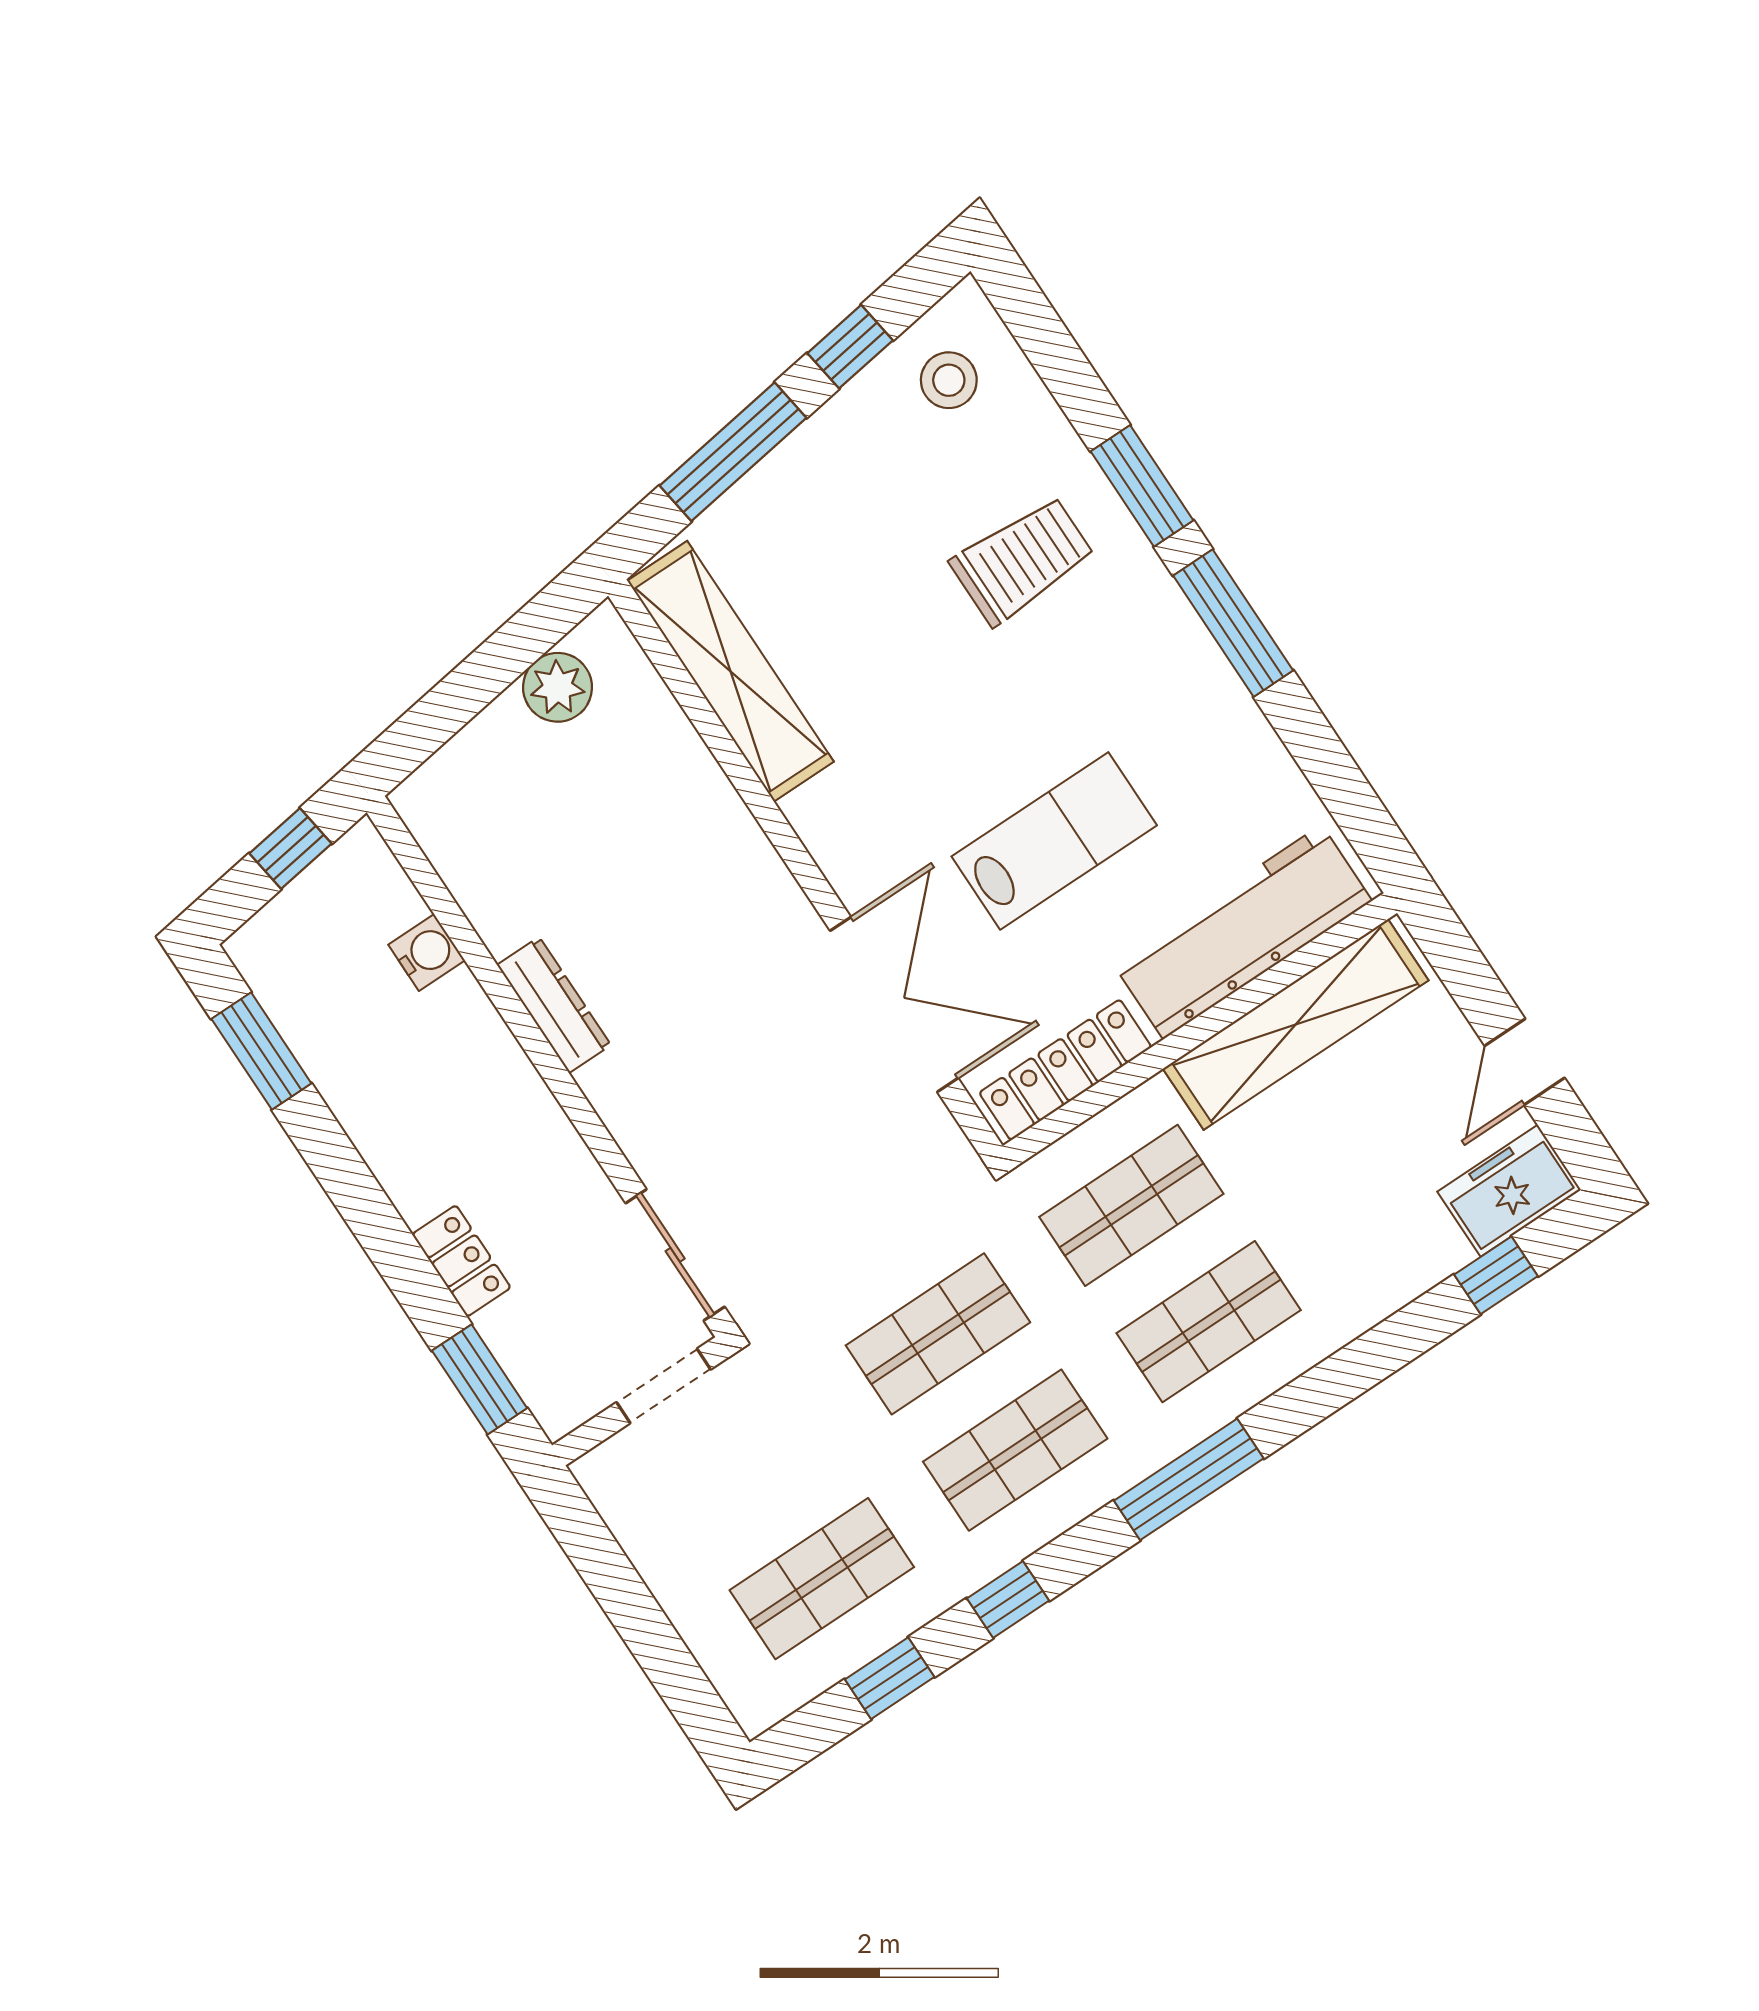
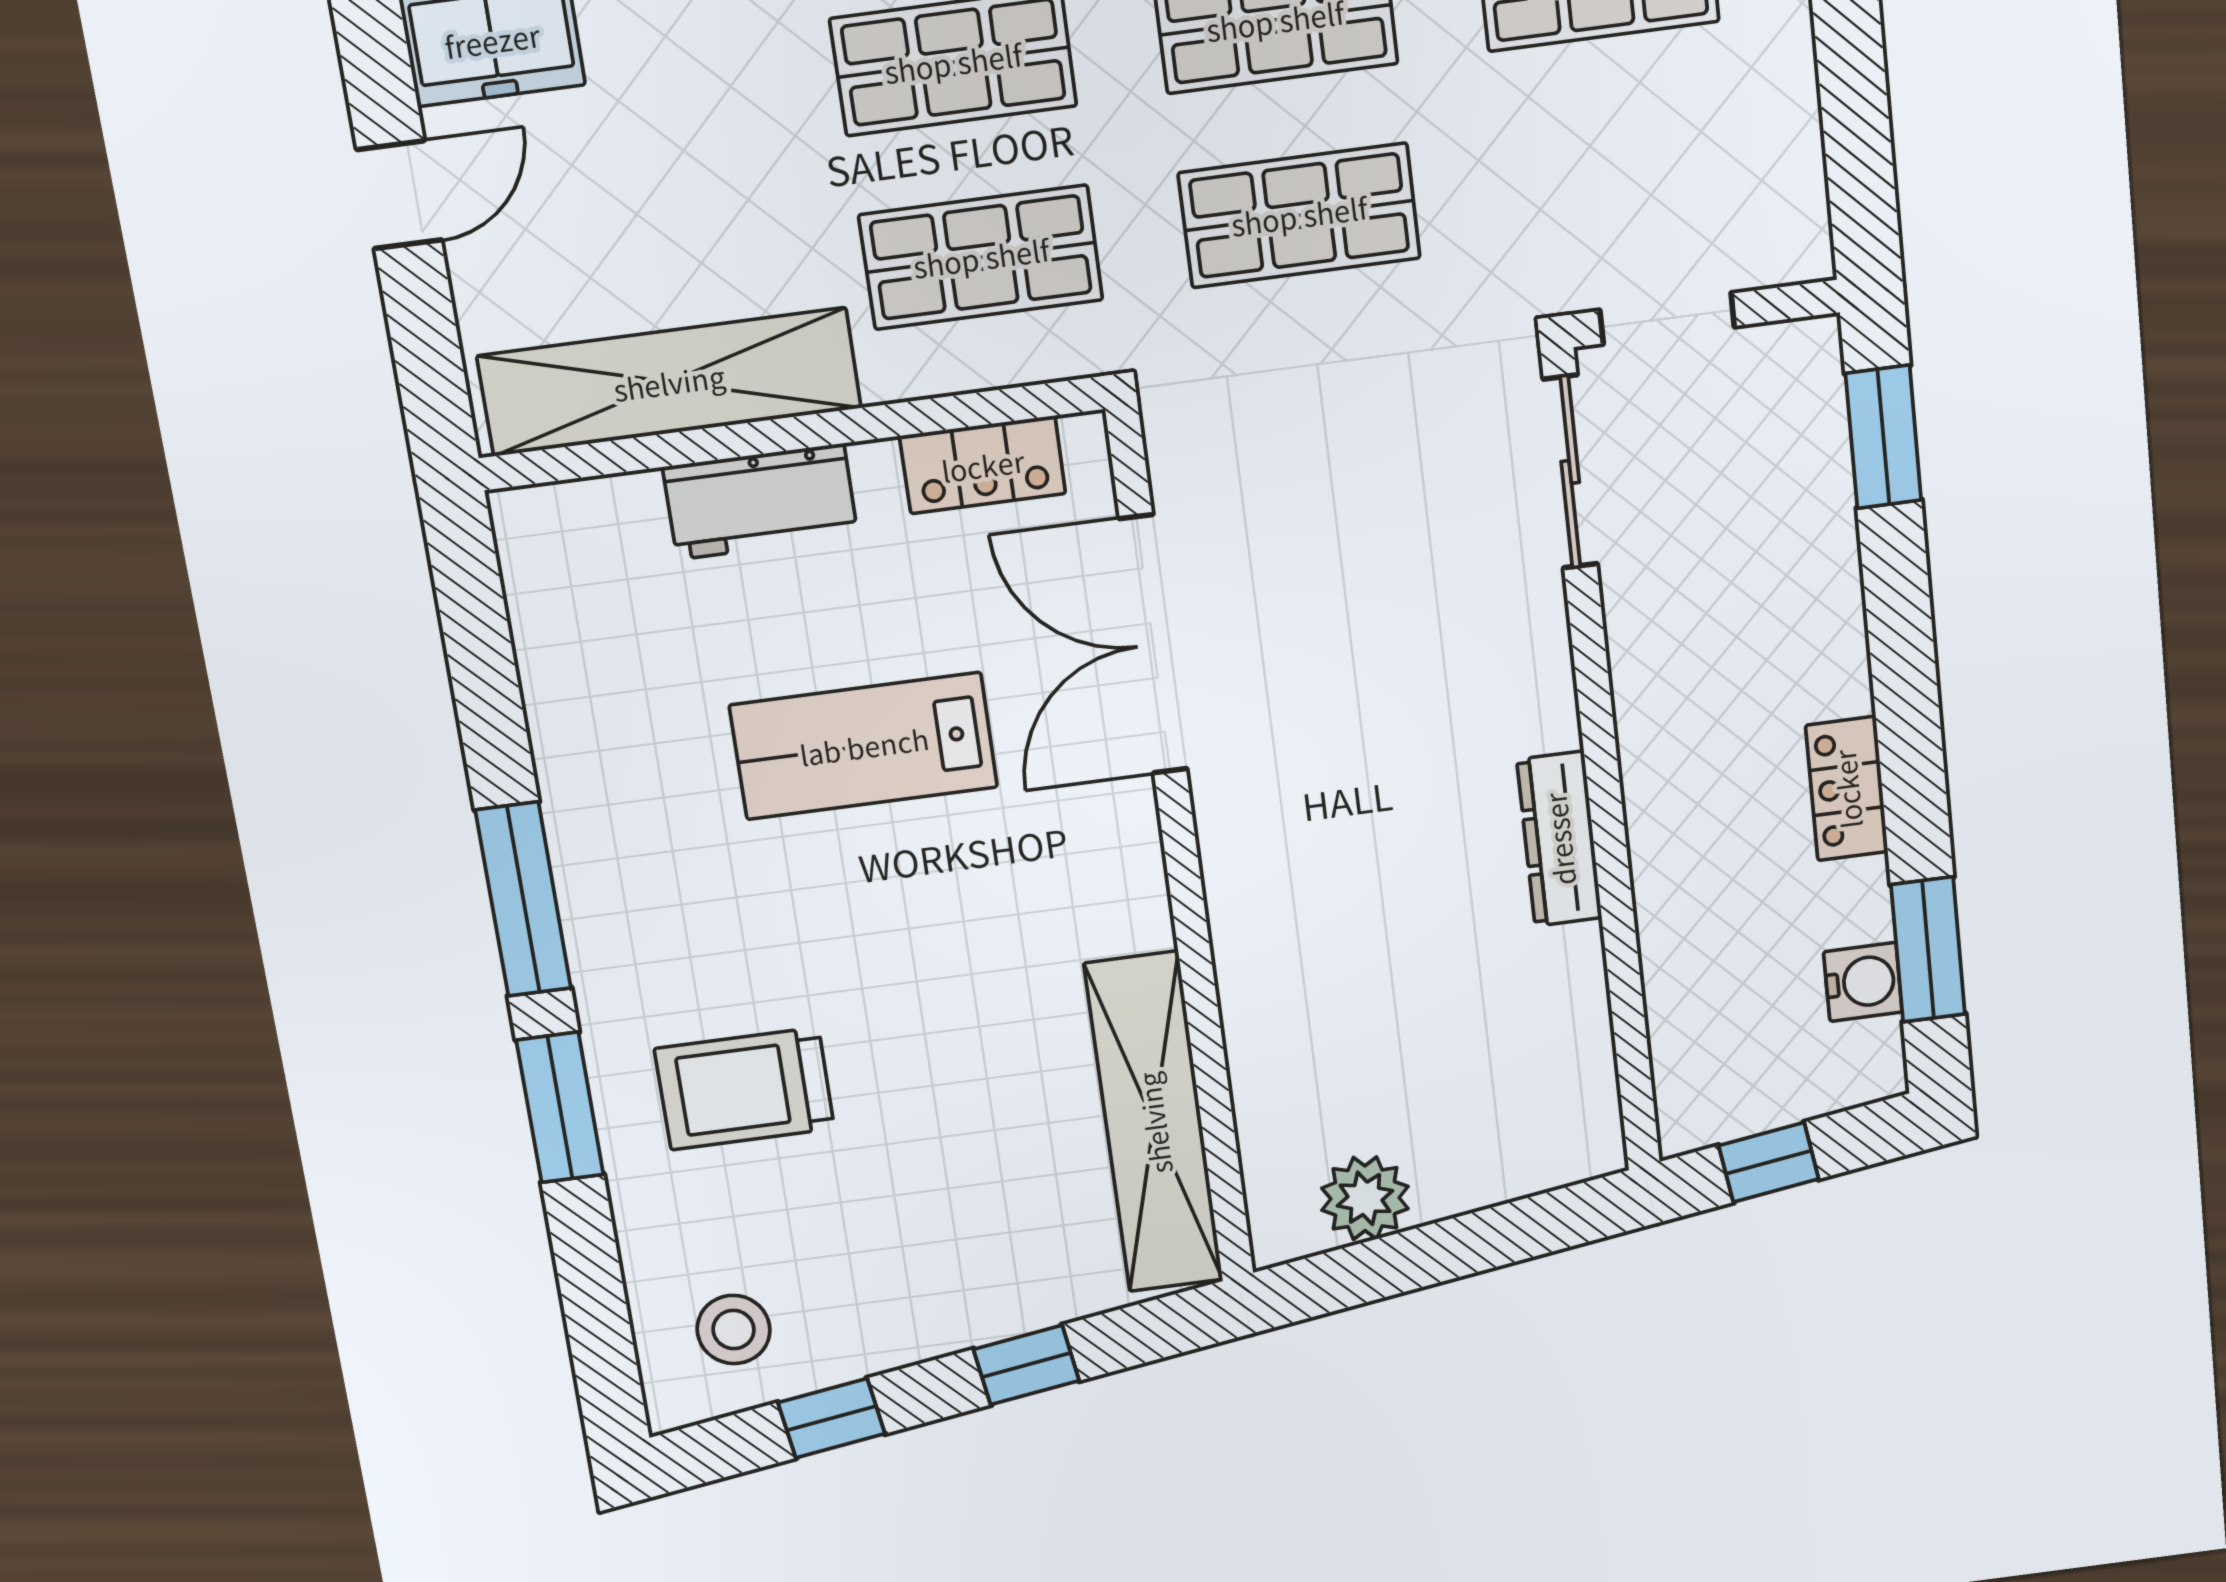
window: (733, 452) -> (1026, 1365), width x0.46
workbench: (1242, 932) -> (760, 502), width x0.53, depth x0.76
water cooler: (427, 952) -> (1863, 982), moved, turned 180
locker: (1065, 1070) -> (983, 465), width x0.66
locker: (461, 1261) -> (1847, 789), moved

